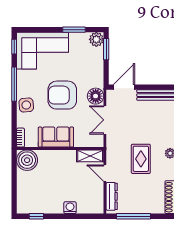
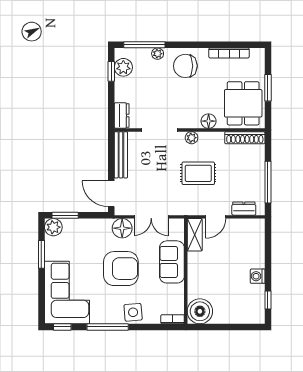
armchair: (62, 95) -> (121, 269), turned -90
sofa: (56, 137) -> (172, 262), moved
dresser: (112, 196) -> (244, 209), width x0.70
washing machine: (70, 208) -> (258, 276), moved

